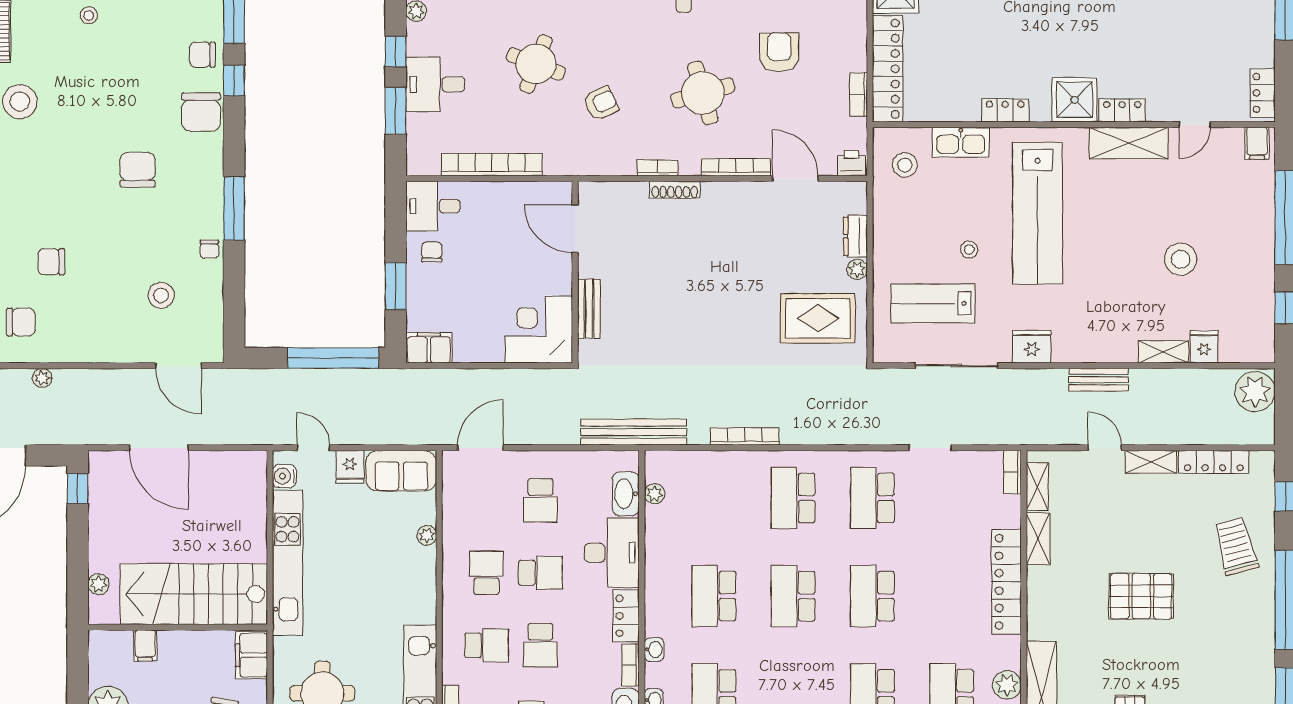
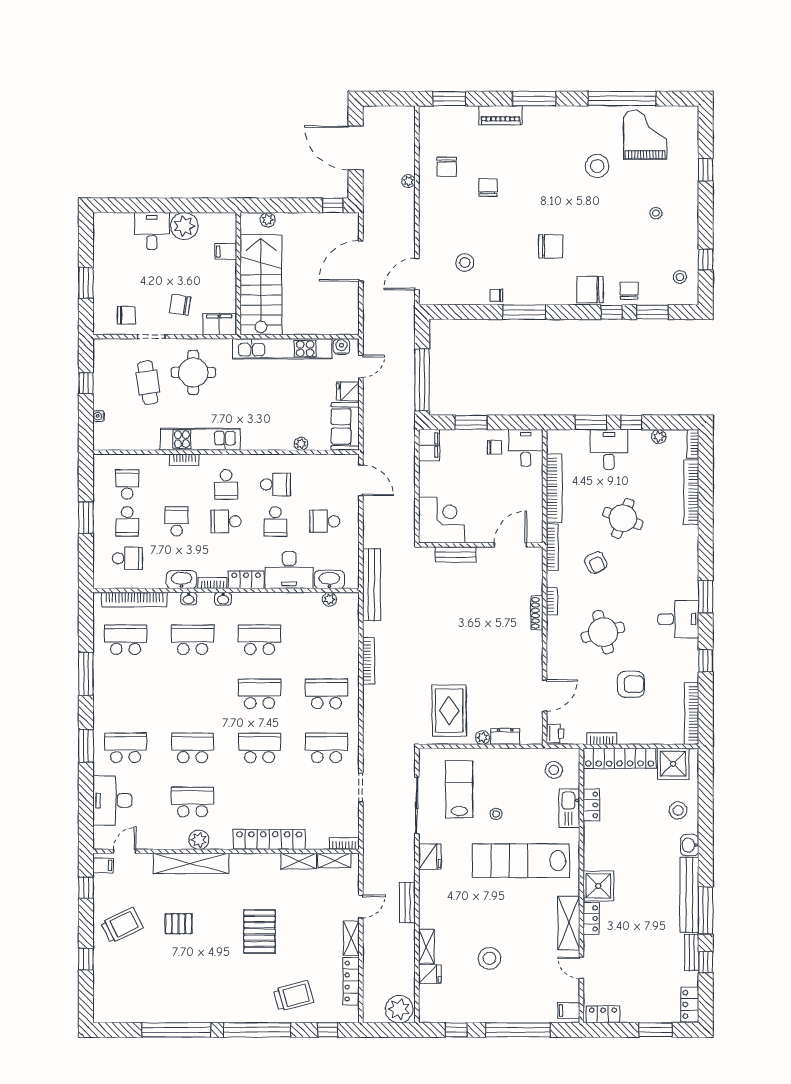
locker: (1005, 110) -> (591, 805), moved
bookcase: (736, 167) -> (552, 547), moved

